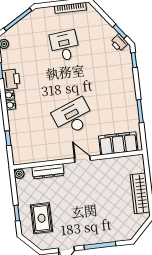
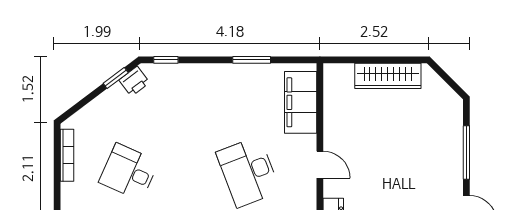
desk: (65, 46) -> (129, 172), turned 30
door: (82, 159) -> (320, 165), swing flipped

